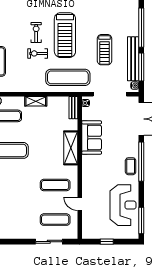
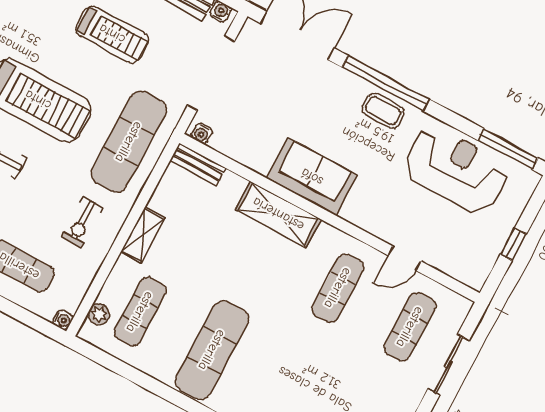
exercise bike: (38, 53) -> (82, 222), moved
sofa: (92, 138) -> (312, 177), moved

